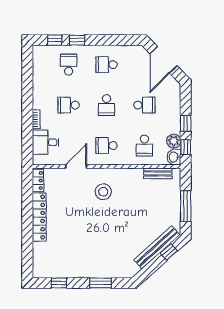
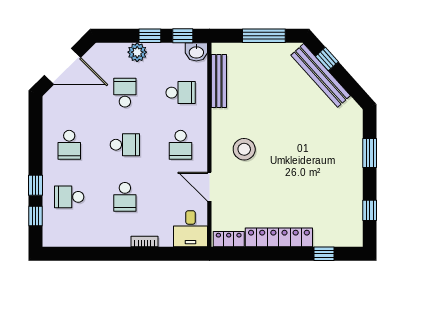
plant: (174, 141) -> (137, 52), moved
desk: (46, 142) -> (191, 229), moved
bench: (158, 173) -> (219, 81), width x1.36
window: (27, 250) -> (324, 254), added

